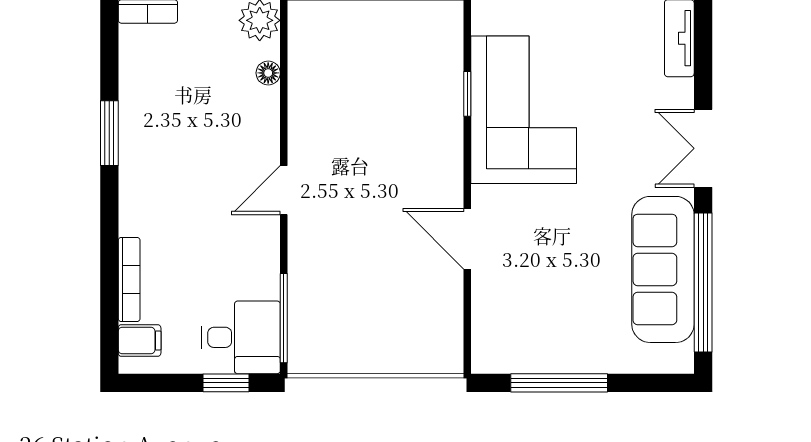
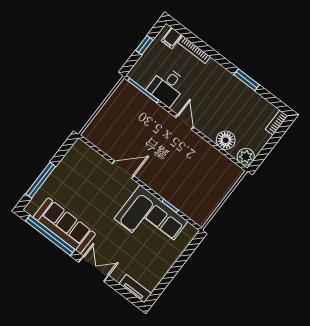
floor lamp: (268, 73) -> (226, 140), width x1.89, depth x1.89
desk: (241, 337) -> (167, 87), moved
window: (226, 383) -> (144, 45), moved
window: (559, 383) -> (41, 180), moved

